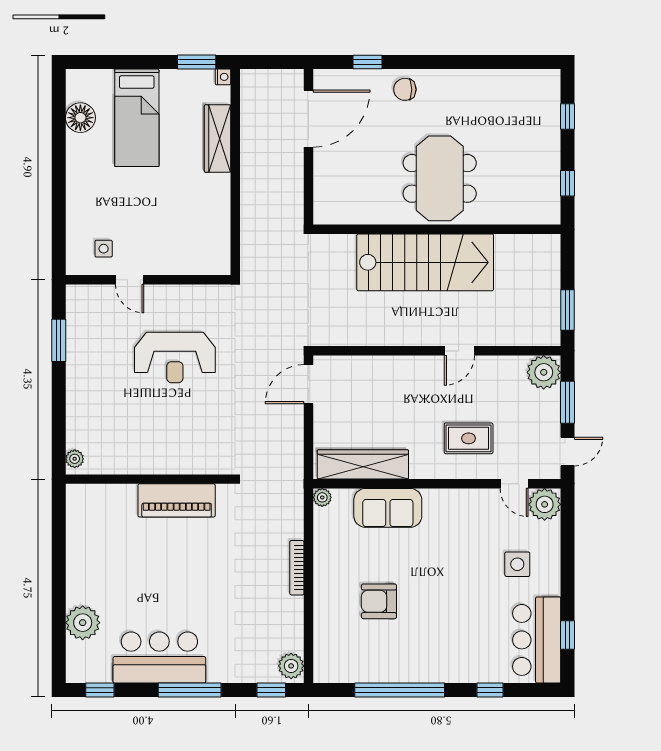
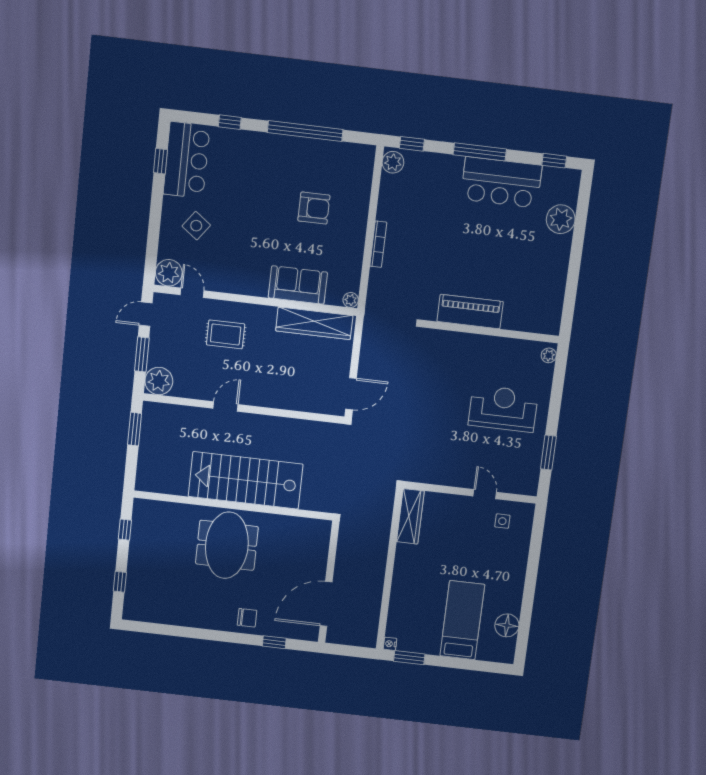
wardrobe: (218, 139) -> (410, 516), moved
reception desk: (175, 358) -> (503, 409), moved
side table: (517, 564) -> (196, 226), turned 37

